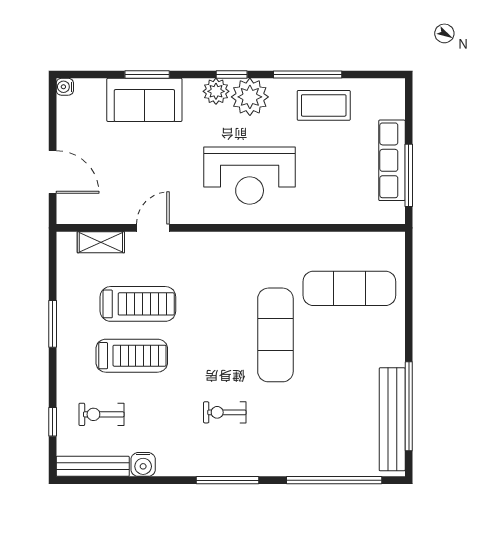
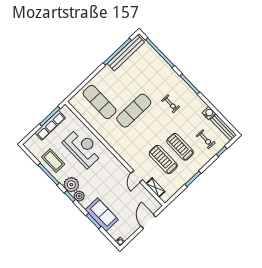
reception desk: (250, 176) -> (83, 148), moved
door: (153, 228) -> (137, 176), hinge flipped

